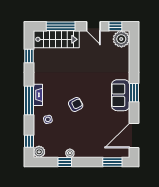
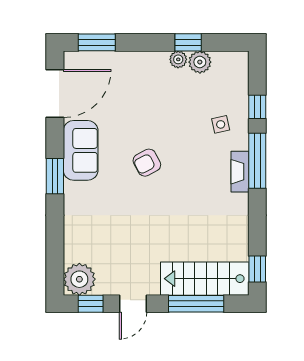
door: (93, 26) -> (133, 304), swing flipped
window: (29, 56) -> (257, 269), moved
sofa: (121, 95) -> (81, 150), moved
armchair: (76, 104) -> (147, 163), moved
window: (29, 141) -> (257, 107), moved
plant: (39, 152) -> (200, 62), moved

